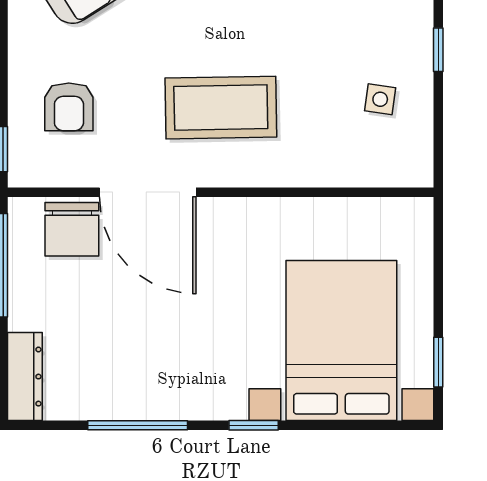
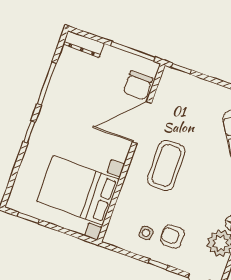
armchair: (69, 107) -> (173, 237), moved
chair: (72, 229) -> (138, 85), turned -90
bed with nightstands: (341, 341) -> (78, 190), moved, turned 180

